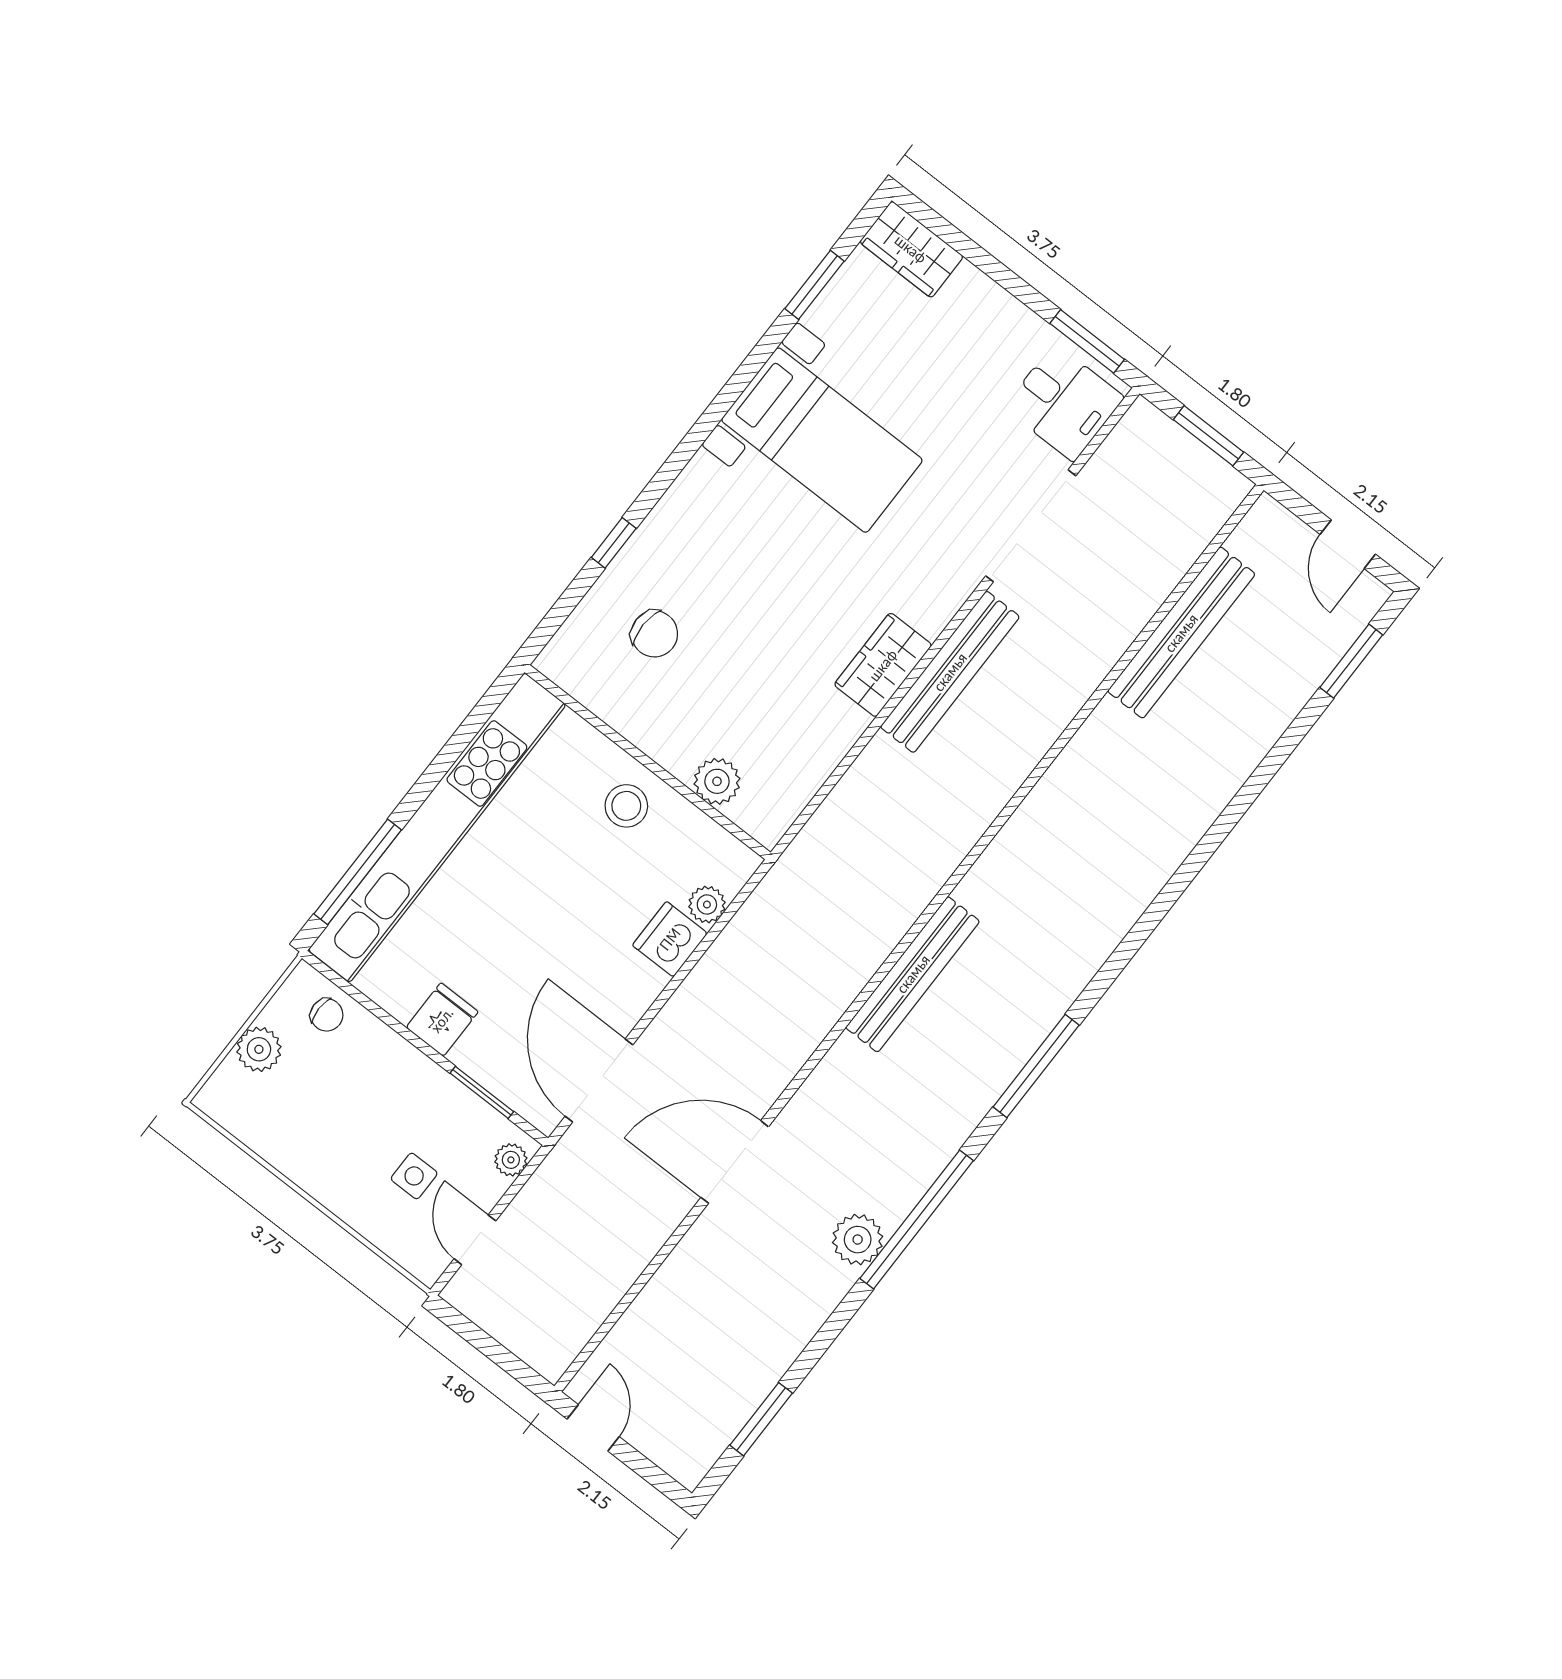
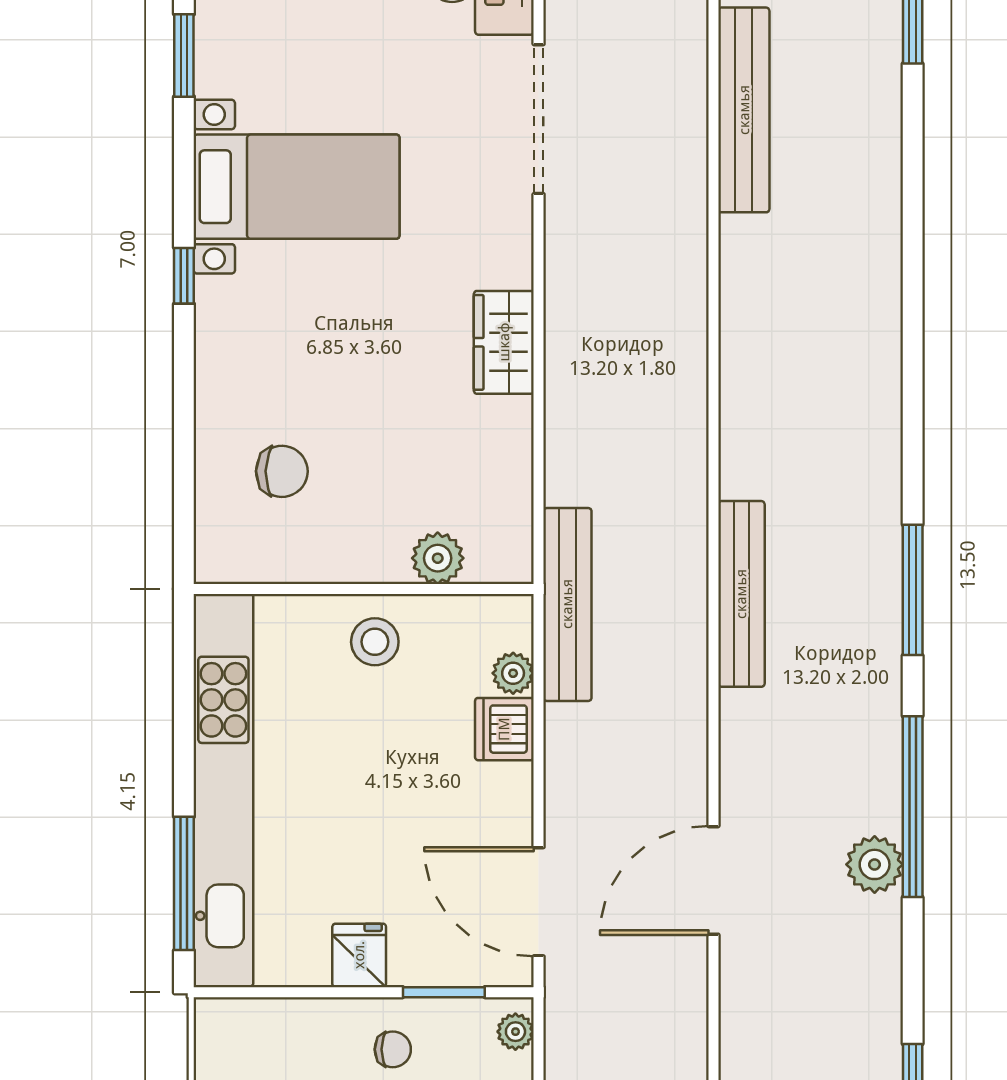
window: (614, 543) -> (184, 276), moved
bench: (950, 672) -> (567, 604), moved
chair: (327, 1015) -> (393, 1049), moved

